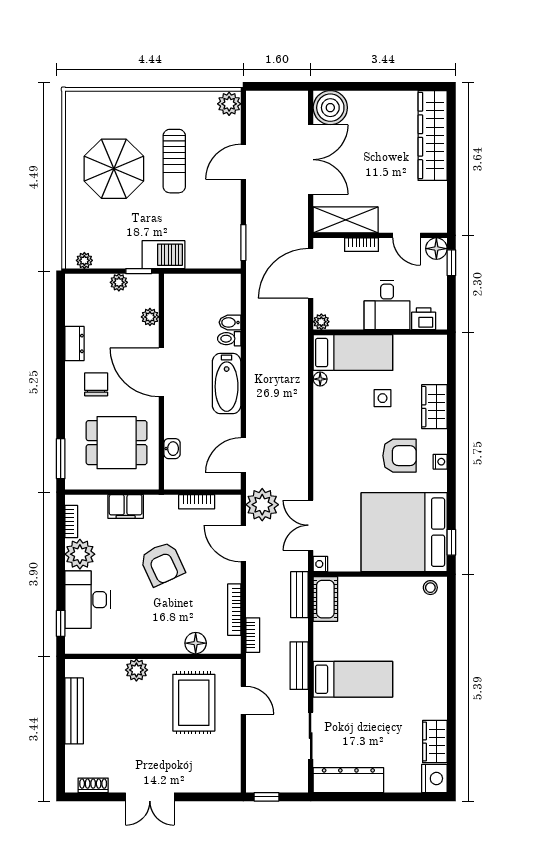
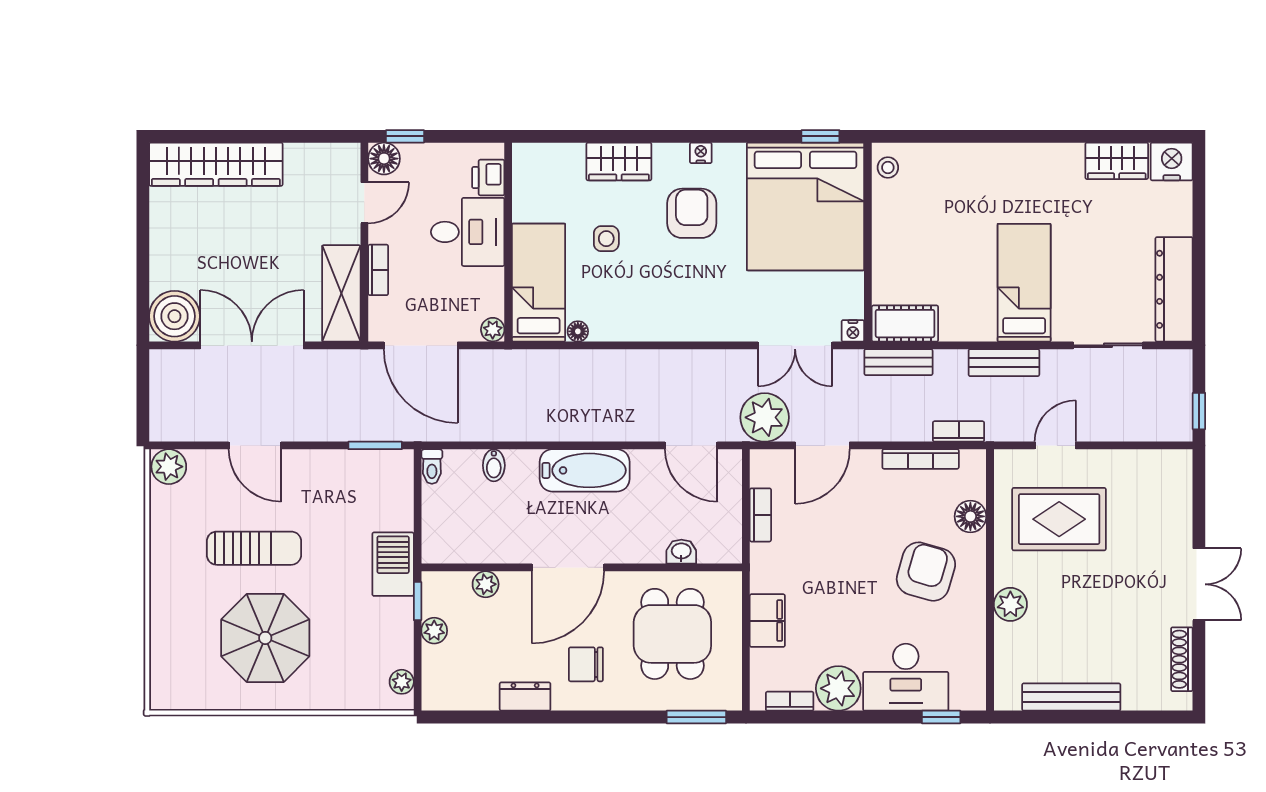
toilet: (229, 339) -> (432, 467), moved
armchair: (162, 564) -> (926, 572), moved, turned -49
shoe rack: (93, 785) -> (1182, 659), width x1.43

